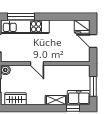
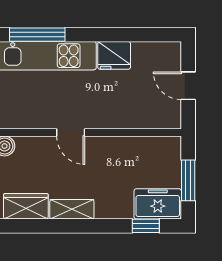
fridge: (82, 27) -> (114, 55), moved
shelving: (56, 100) -> (72, 209), moved

